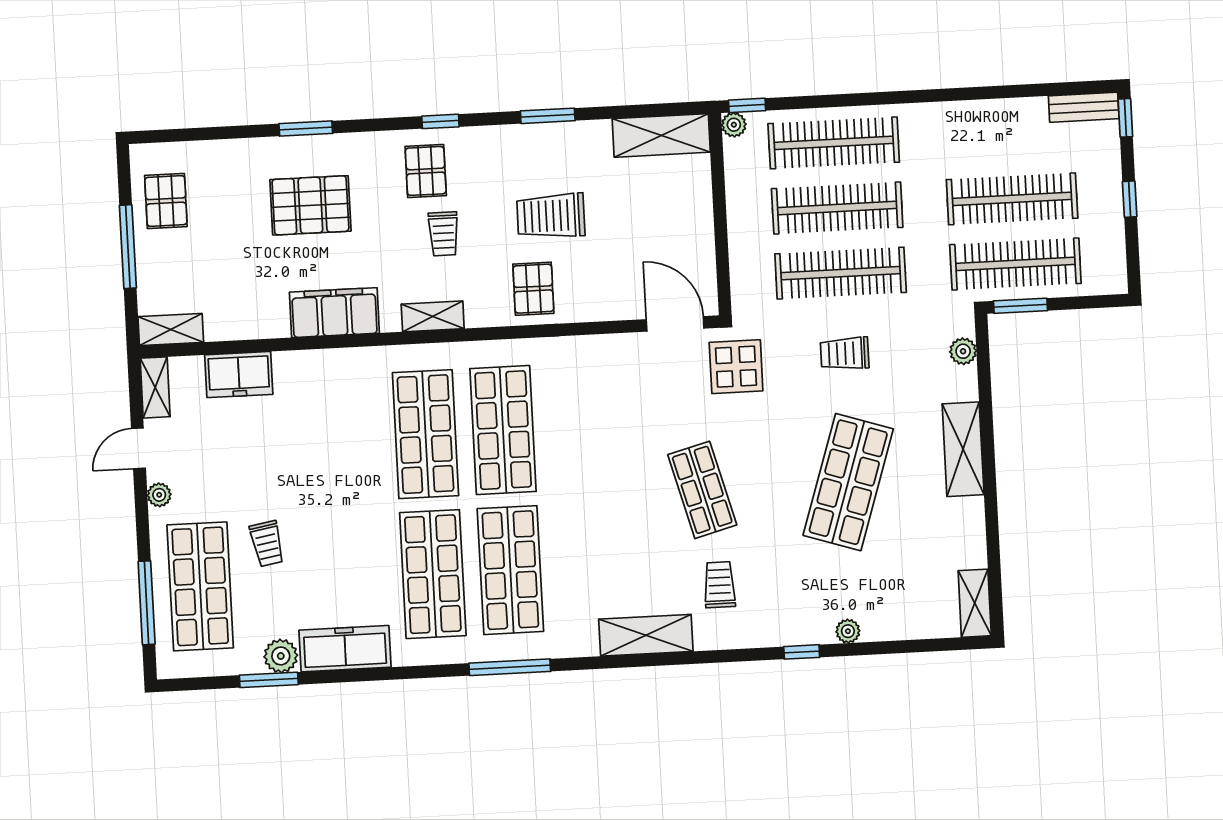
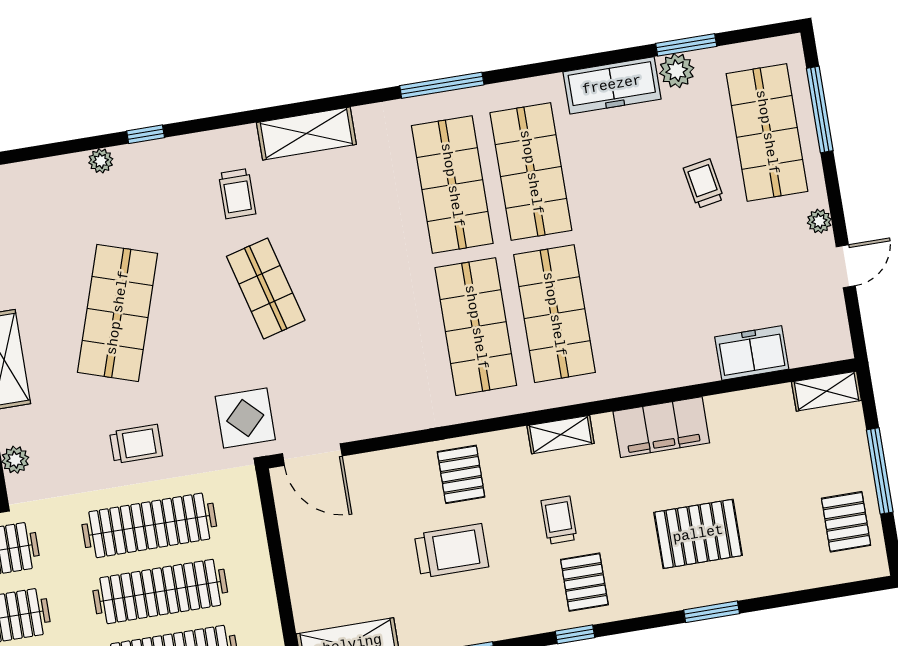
shelving: (155, 387) -> (836, 330), removed

